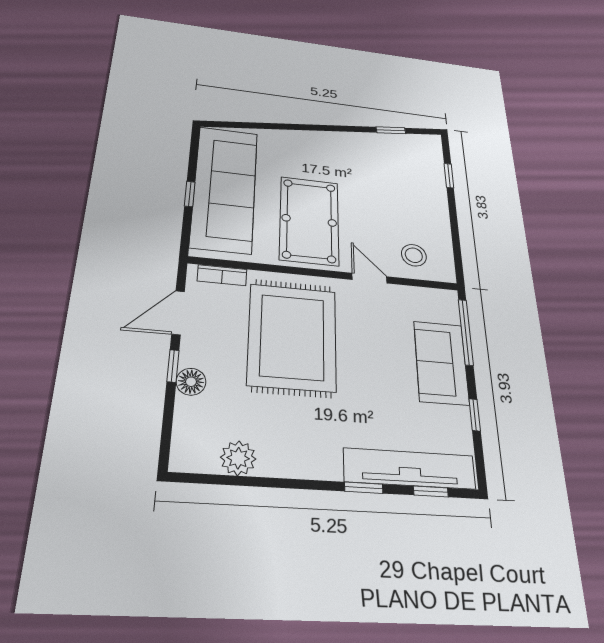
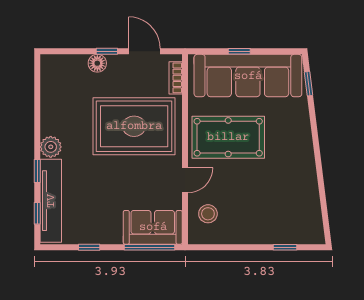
window: (391, 130) -> (309, 84), moved
sofa: (441, 363) -> (153, 227), moved
plant: (238, 458) -> (51, 147), moved

